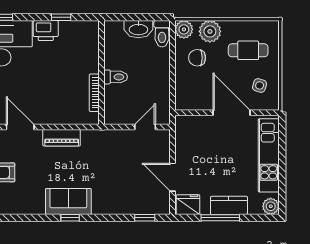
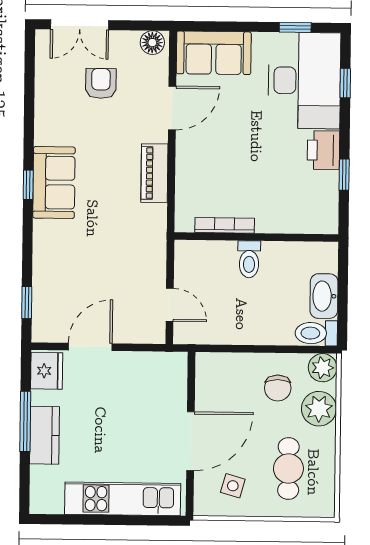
chair: (197, 58) -> (278, 388), turned 180
plant: (271, 206) -> (42, 501), removed

